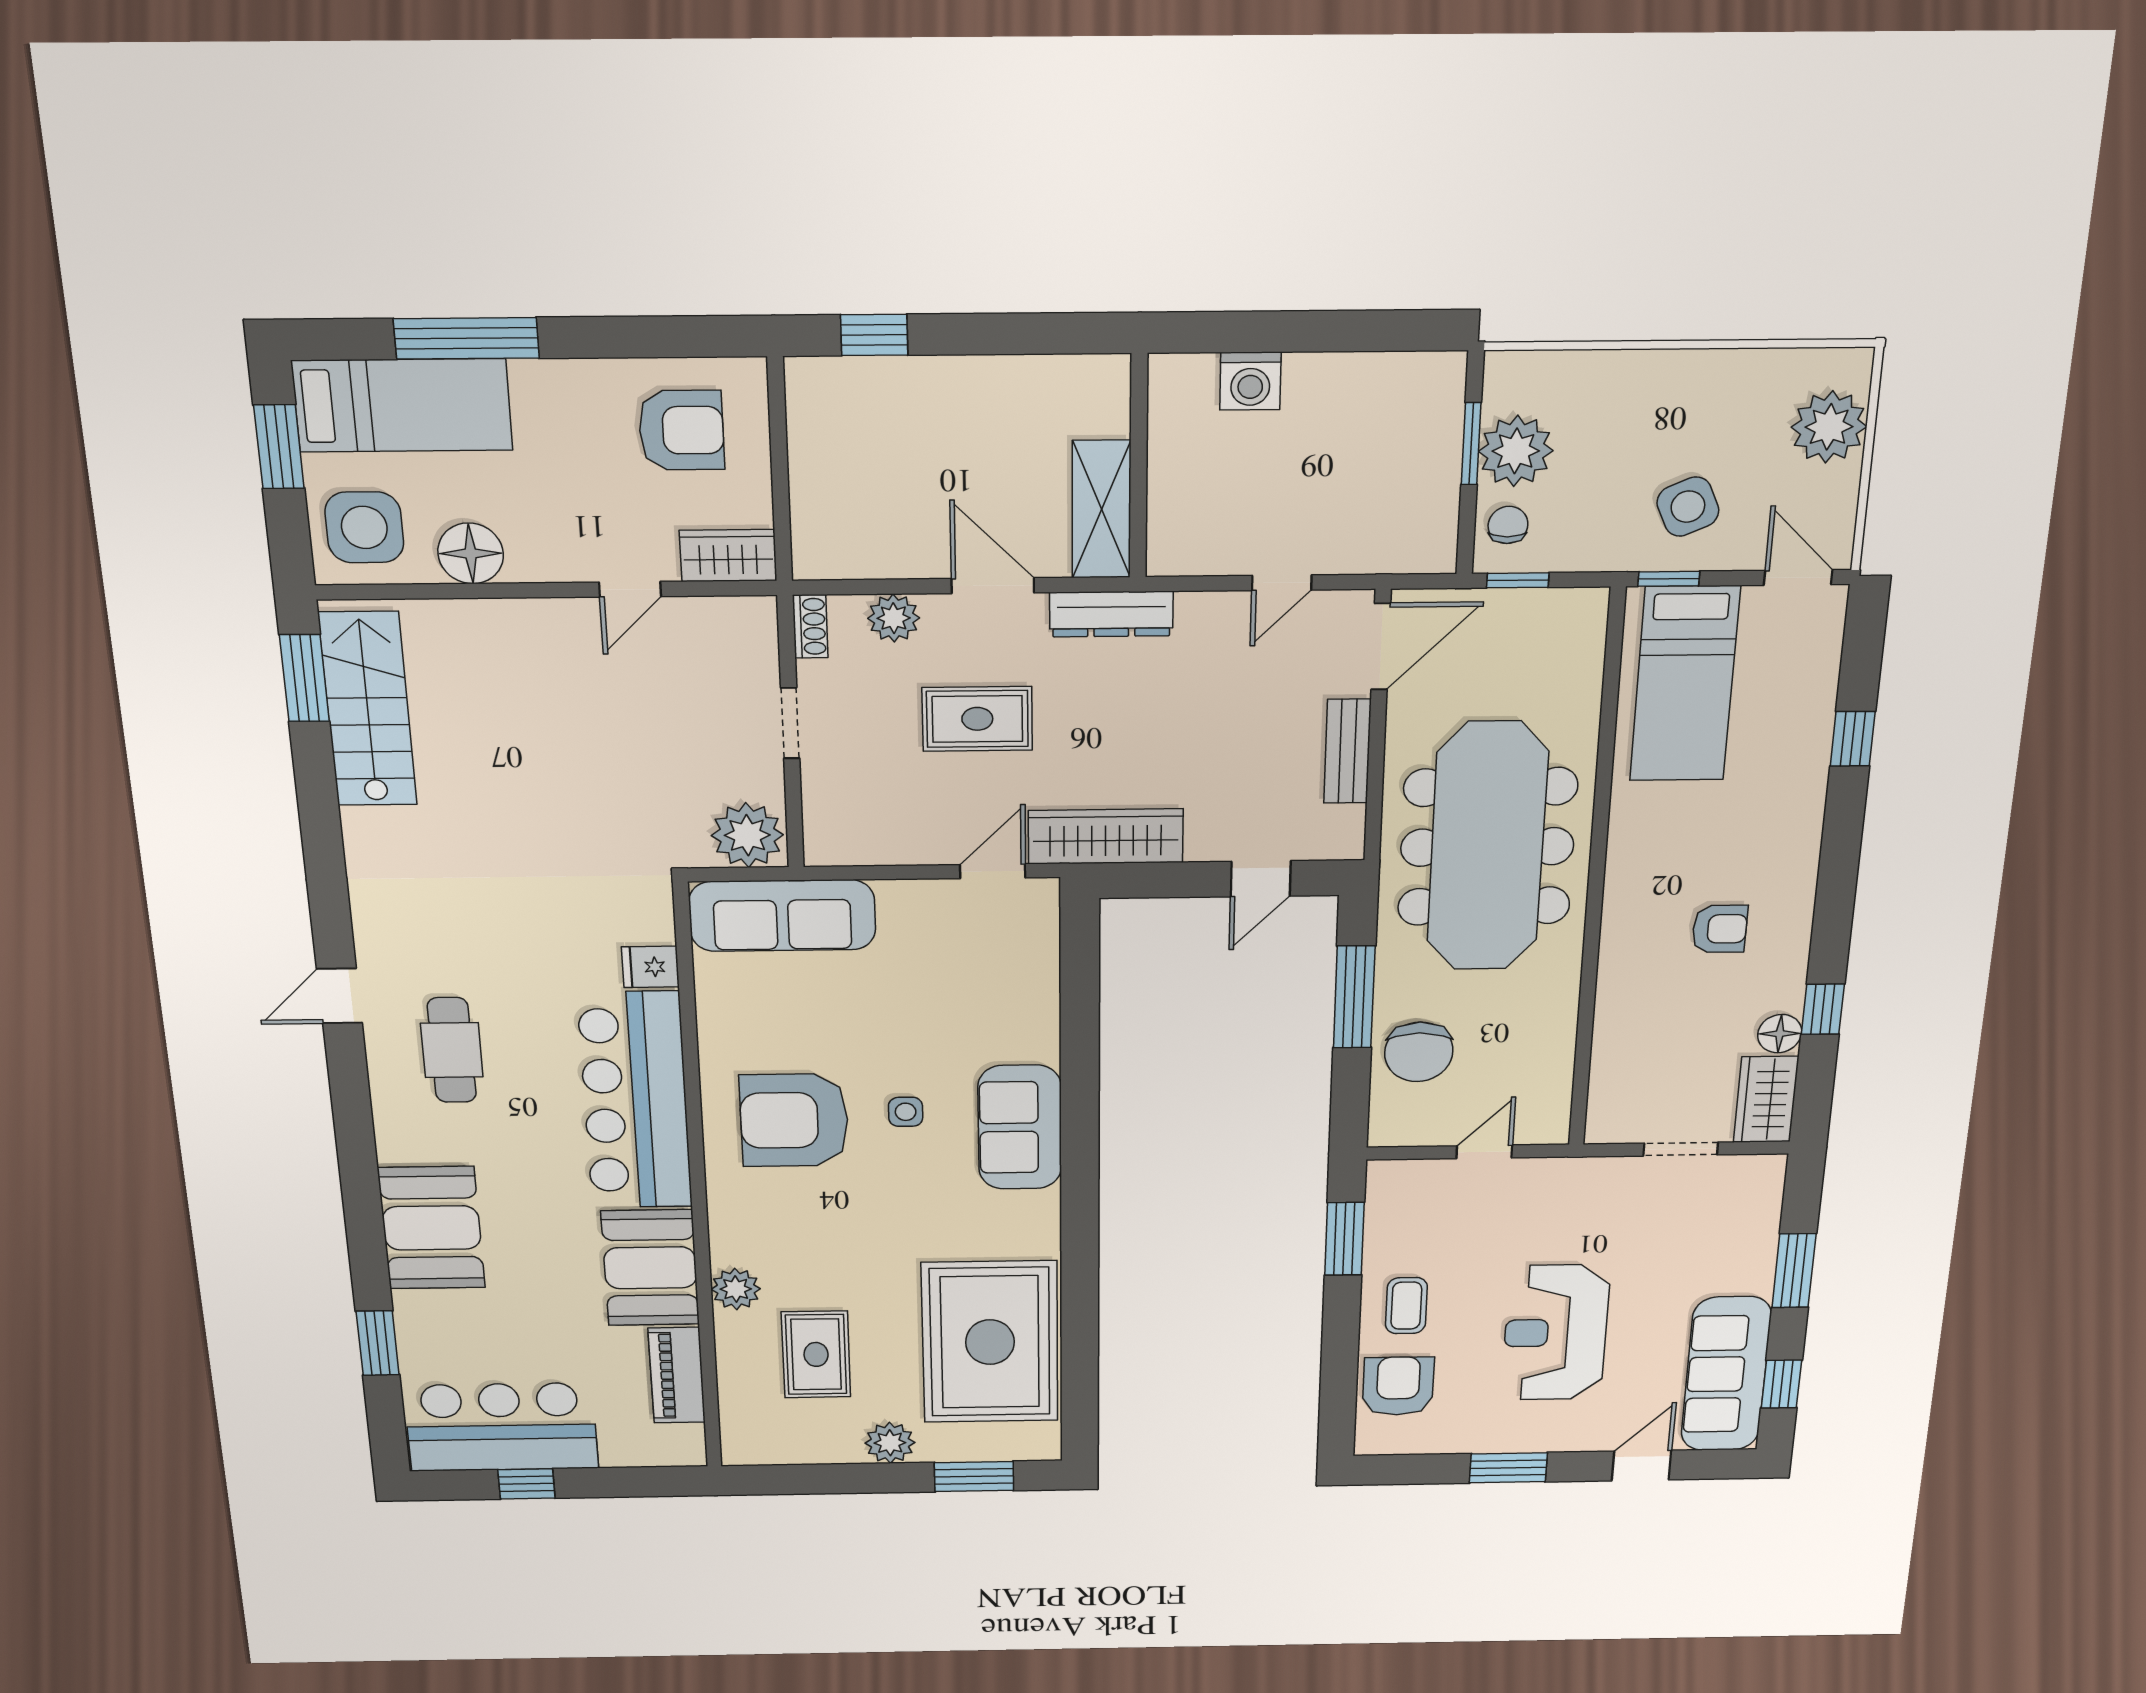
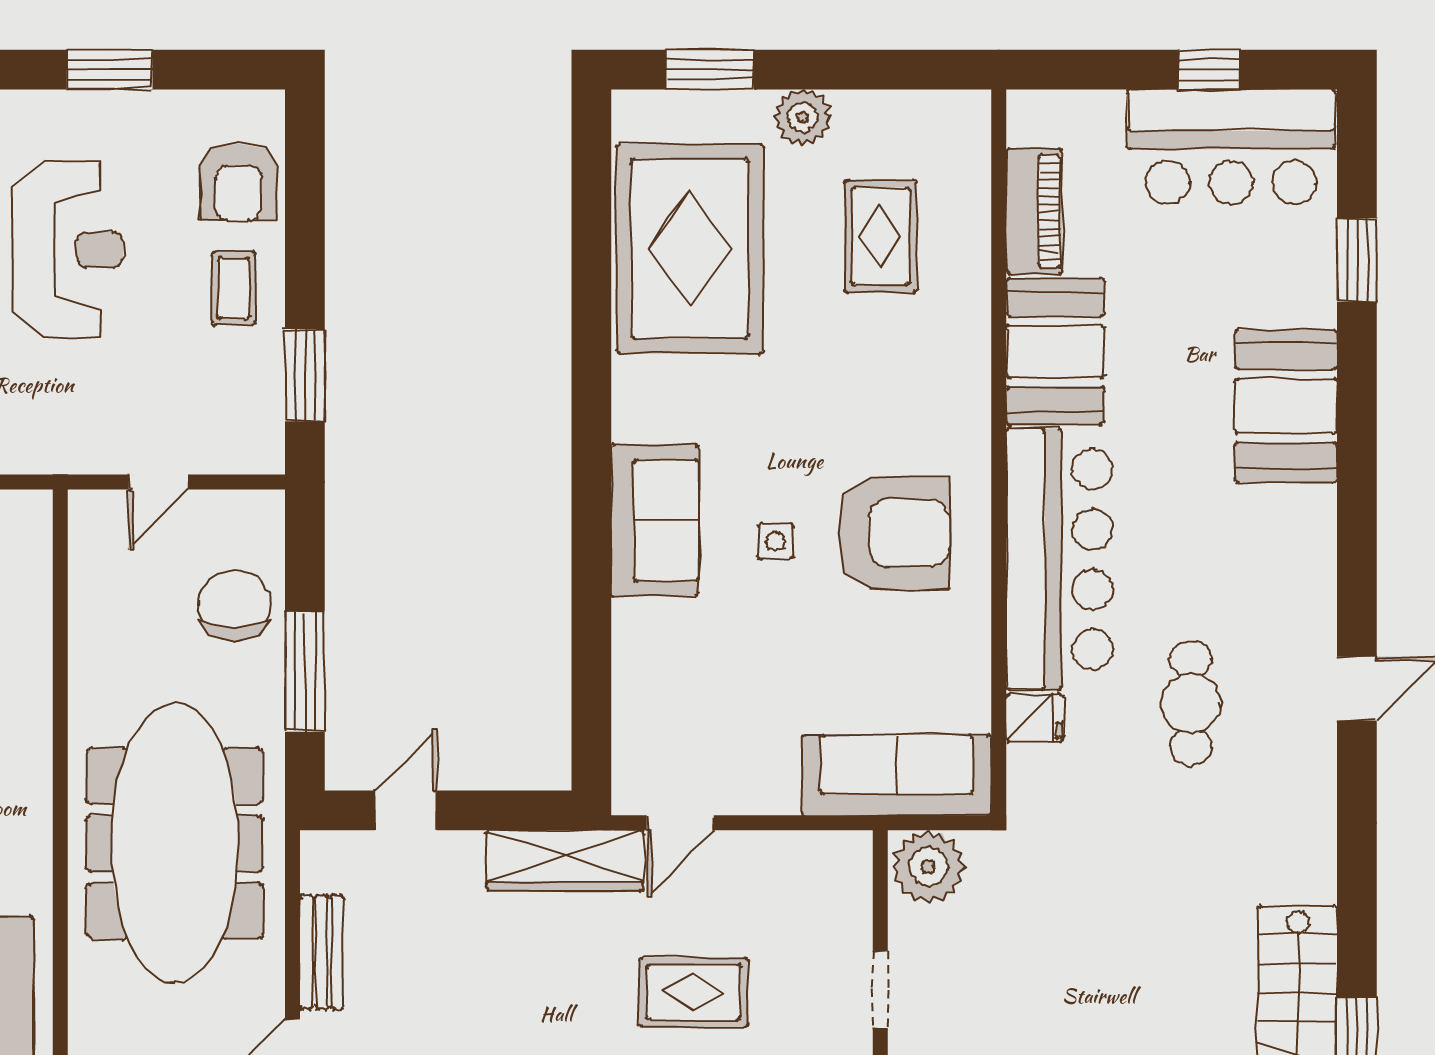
cafe table: (452, 1050) -> (1191, 703), moved
plant: (736, 1289) -> (965, 323), removed

